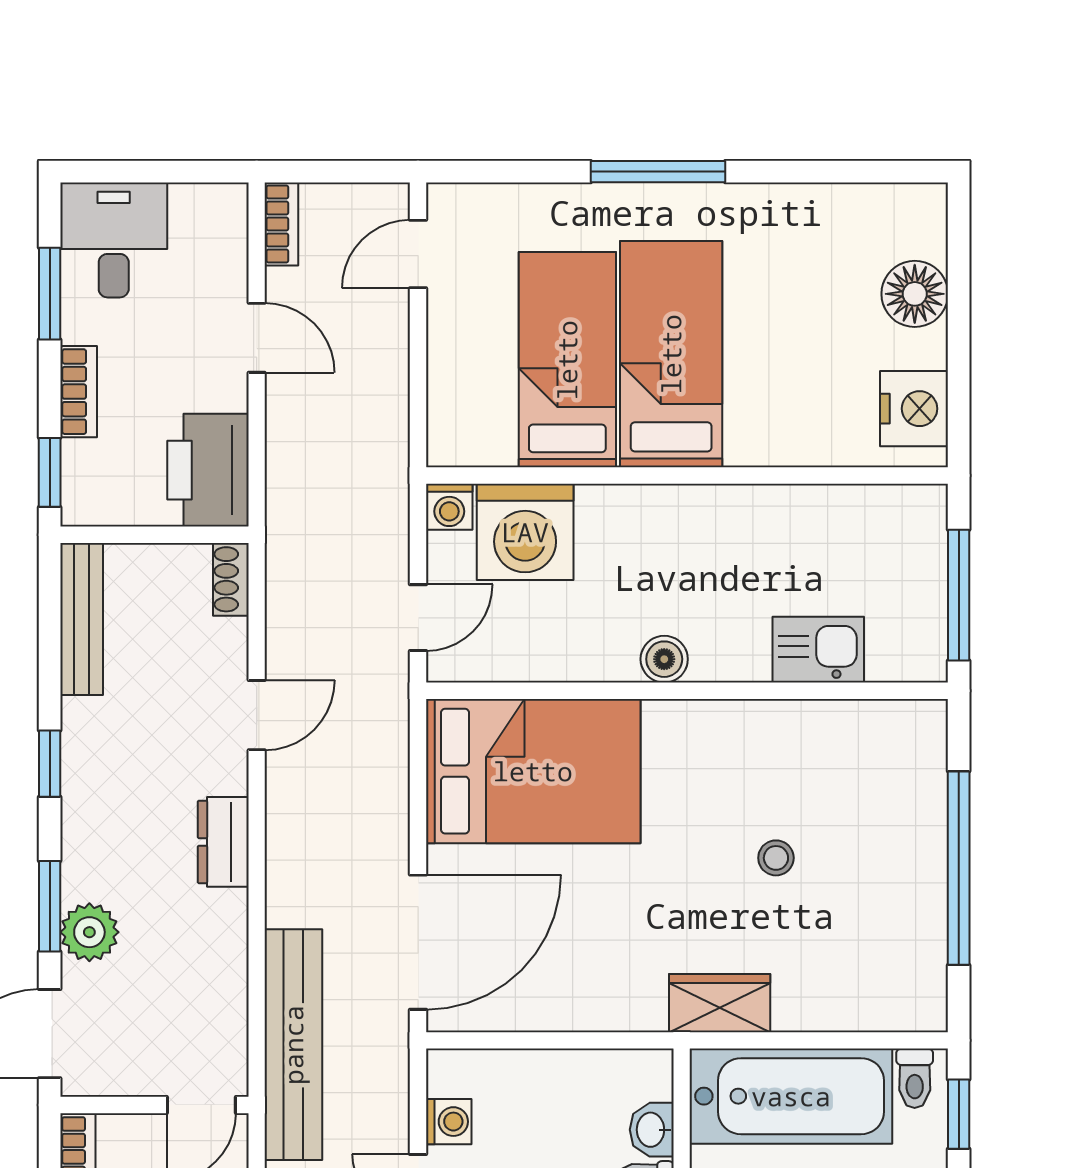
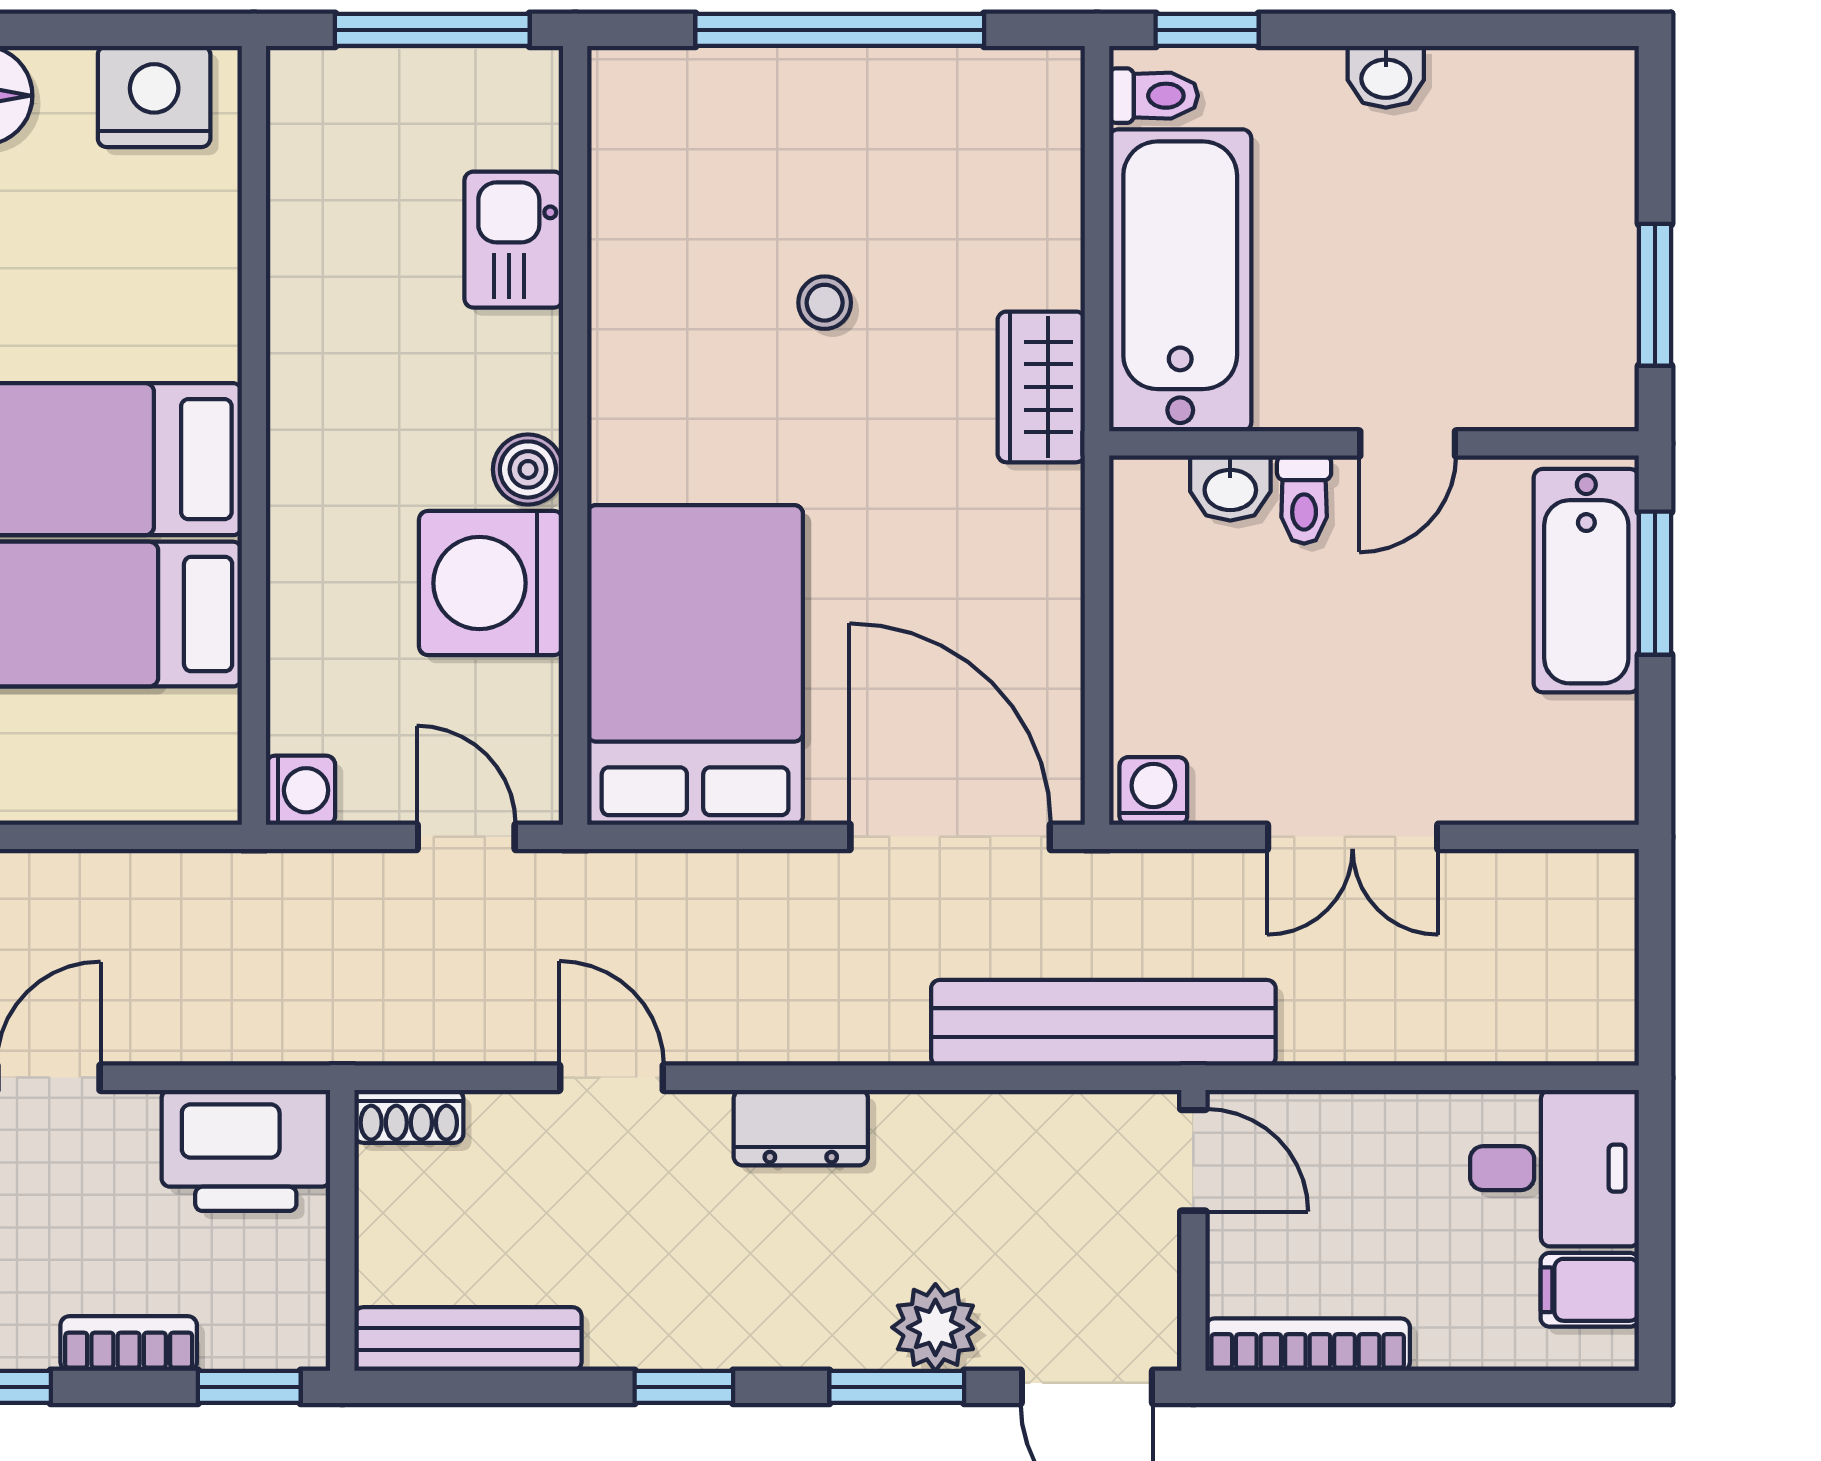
washing machine: (525, 532) -> (491, 583), moved, turned 180
washing machine: (449, 1122) -> (1153, 791), moved

